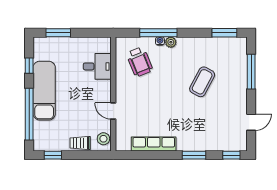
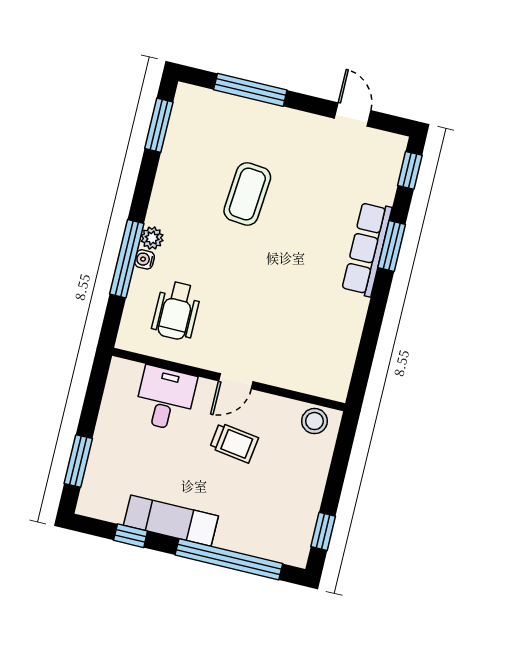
wheelchair: (140, 62) -> (176, 311), turned 112
coffee table: (202, 82) -> (247, 194), turned 67
exam couch: (44, 91) -> (171, 521), width x0.73, depth x0.69
door: (113, 111) -> (236, 381), moved
trolley: (80, 143) -> (234, 443), moved, turned -82
row of seats: (154, 144) -> (367, 249), moved

